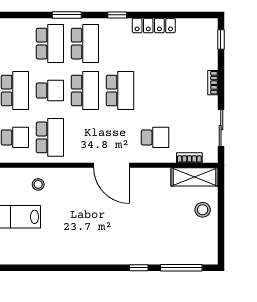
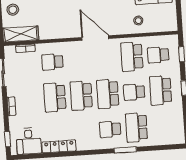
window: (117, 15) -> (87, 153), removed
desk: (193, 35) -> (29, 141), added
school desk: (85, 44) -> (110, 129), width x0.54
school desk: (155, 90) -> (55, 97), added
door: (111, 165) -> (95, 38), moved

